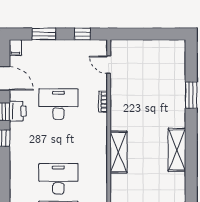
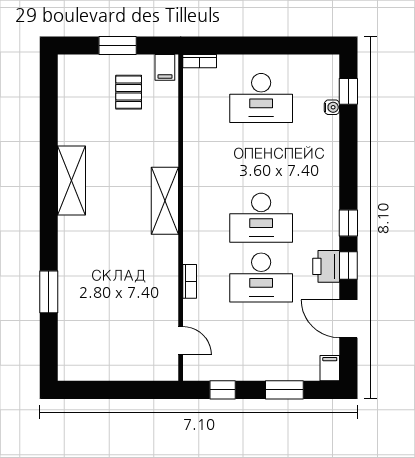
shelving: (177, 150) -> (72, 180), moved
desk: (58, 179) -> (261, 218), moved

